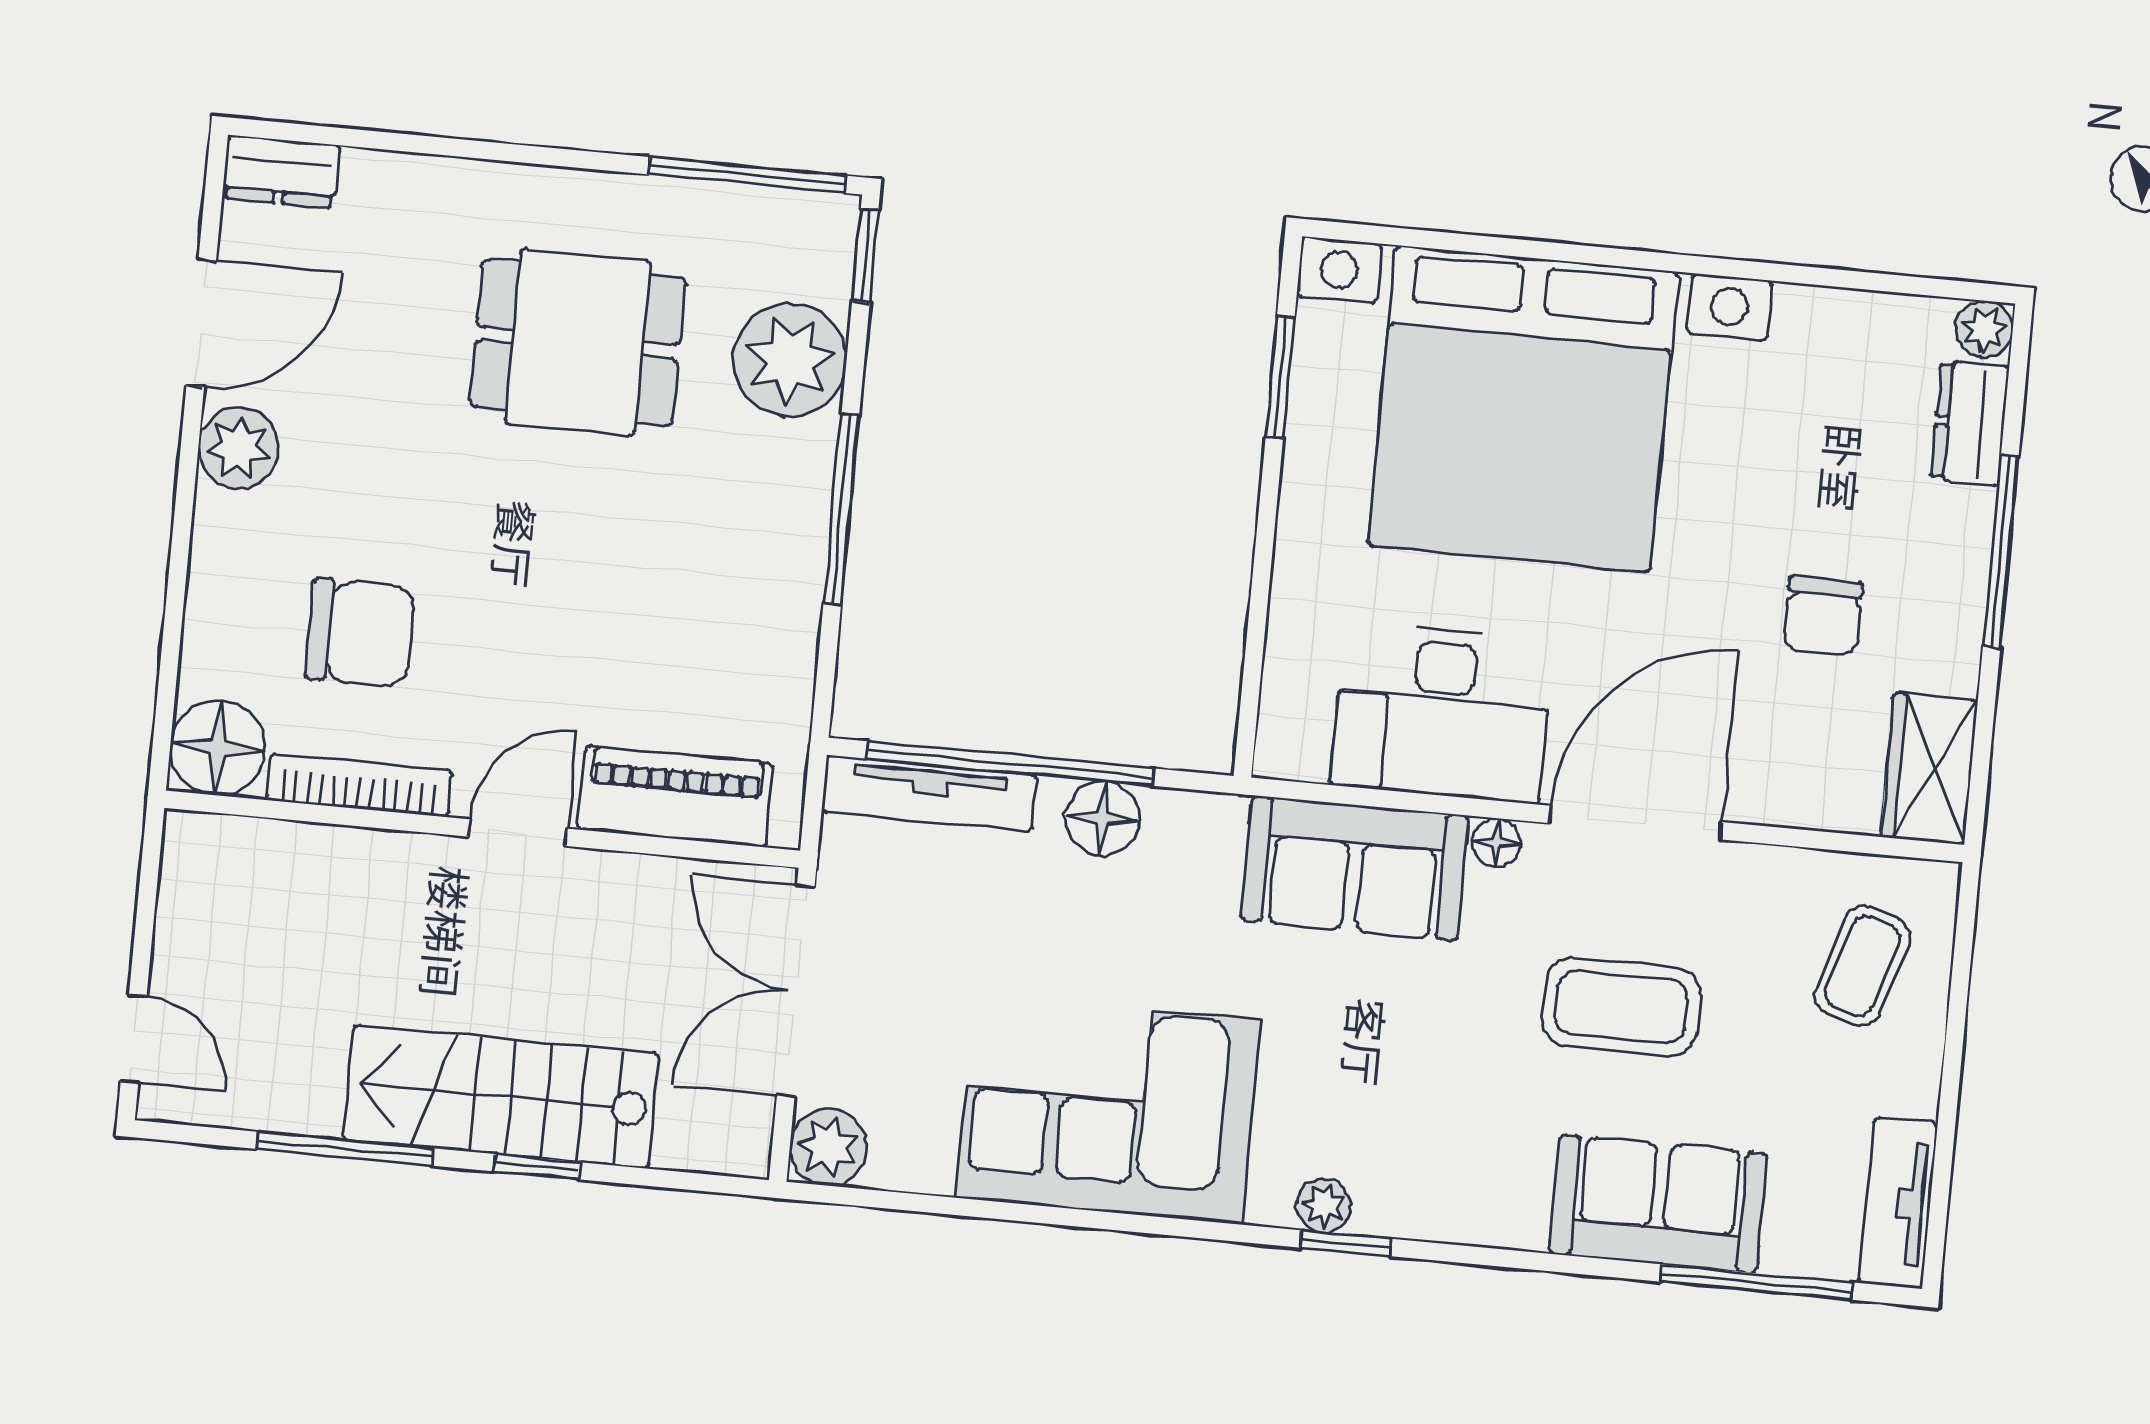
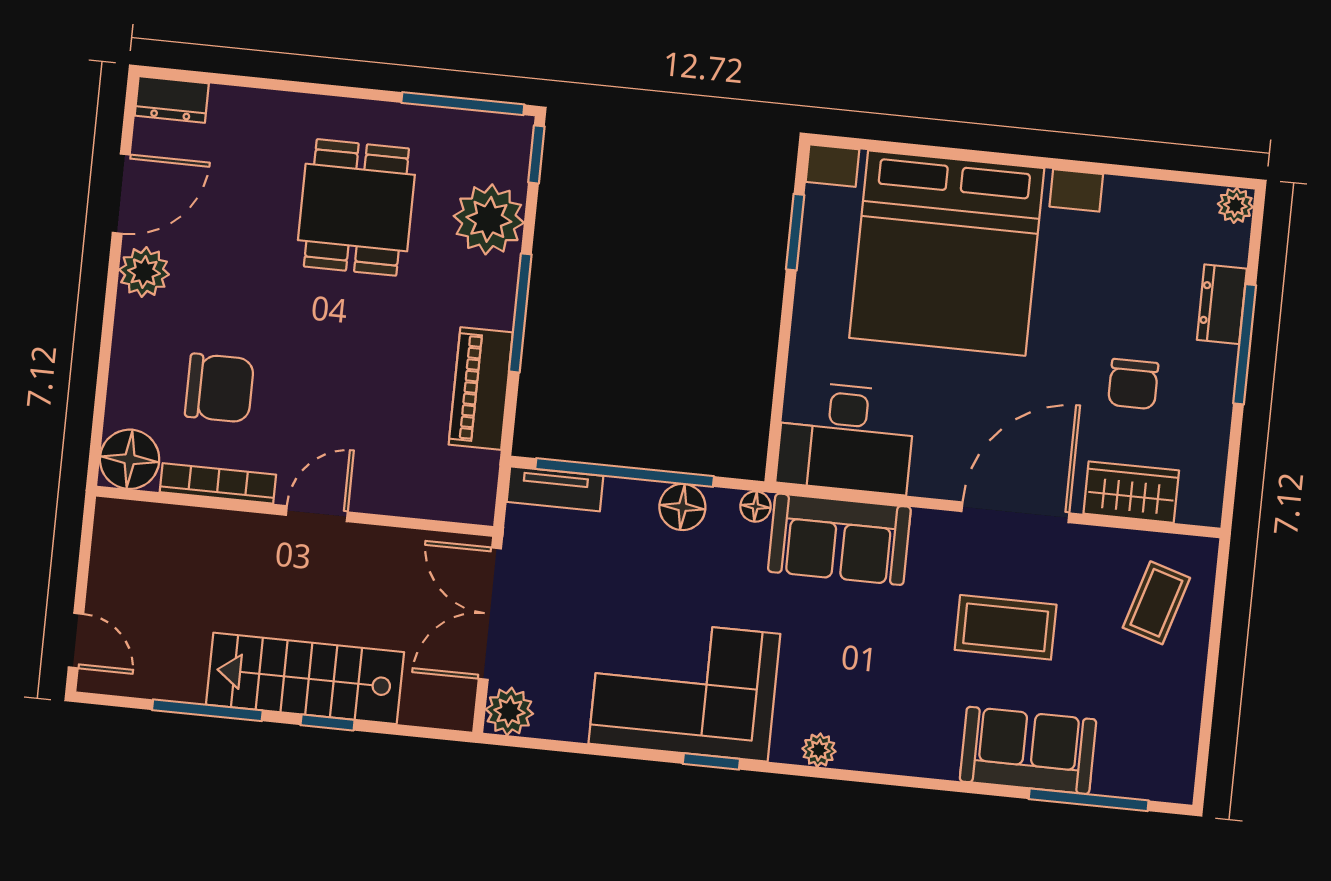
dining table: (578, 342) -> (356, 207), turned 90
dresser: (1970, 423) -> (1222, 304), moved
desk: (1442, 713) -> (846, 438), moved
wardrobe: (1929, 769) -> (1131, 492), moved, turned 90
tv unit: (929, 793) -> (555, 489), width x0.71
piano: (675, 796) -> (481, 389), moved, turned -90
floor lamp: (1496, 843) -> (755, 506), moved
tv unit: (1898, 1203) -> (1178, 751), removed
window: (1346, 1243) -> (711, 761), moved

